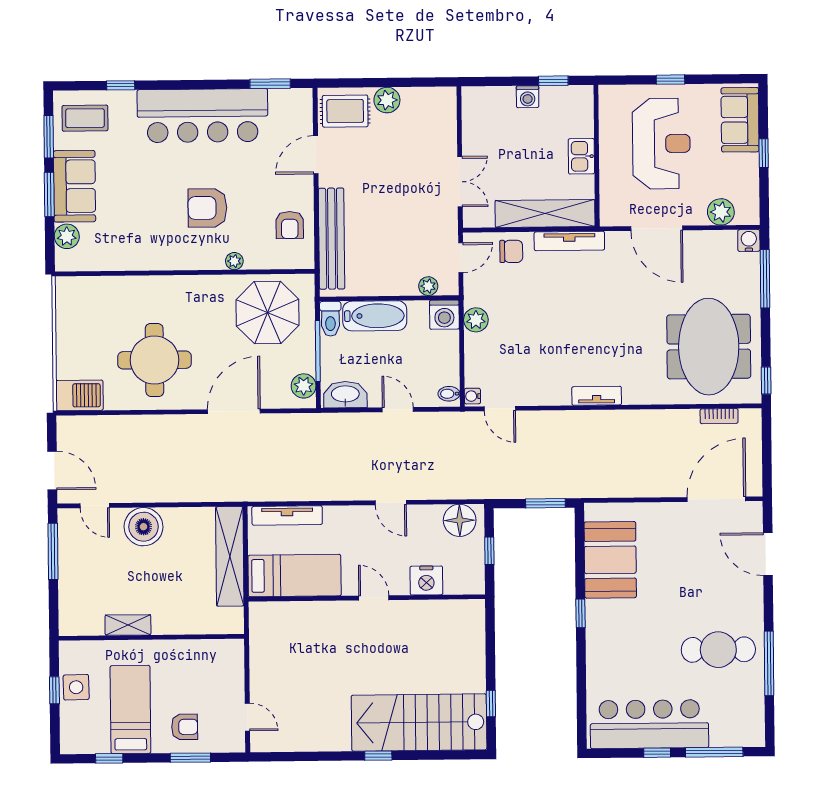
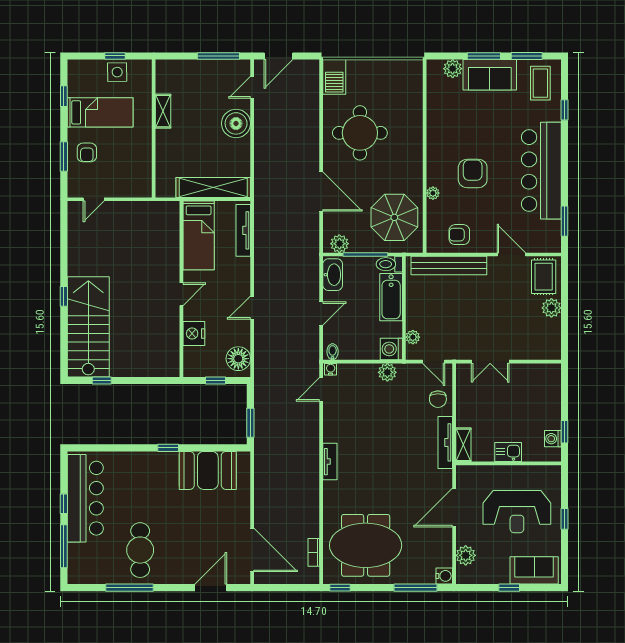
washing machine: (528, 97) -> (553, 439), moved
shelving: (545, 213) -> (463, 445), width x0.45, depth x0.75

